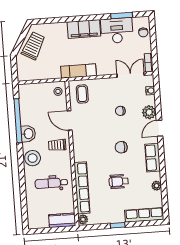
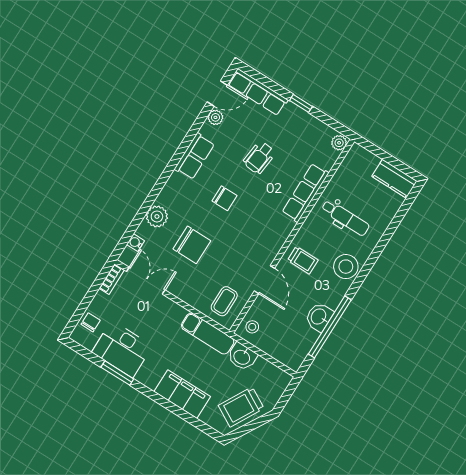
window: (122, 16) -> (117, 373), moved
filing cabinet: (84, 29) -> (182, 394), moved
washbasin: (52, 72) -> (242, 357), added
double door: (131, 75) -> (146, 281), swing flipped
chair: (120, 111) -> (192, 245), width x1.87, depth x1.87
door: (160, 128) -> (217, 94), moved
washbasin: (28, 134) -> (319, 317), moved
wheelchair: (119, 181) -> (259, 158), turned 96
row of seats: (82, 188) -> (305, 193), width x0.73
kitchen counter: (62, 220) -> (394, 179), moved

